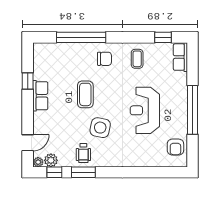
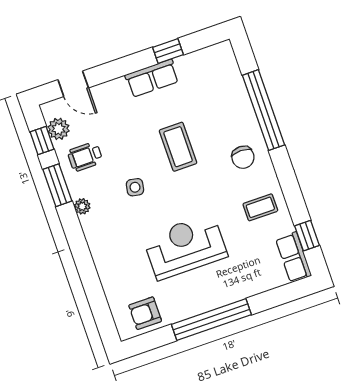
row of seats: (180, 57) -> (294, 257), moved, turned -90
coffee table: (85, 94) -> (178, 147), turned 90
side table: (100, 128) -> (135, 187), width x0.54, depth x0.54
wheelchair: (83, 153) -> (85, 157), moved
plant: (38, 162) -> (82, 206), moved

